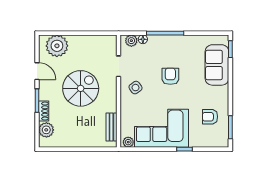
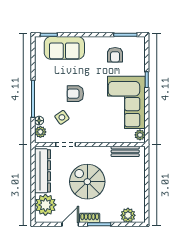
dresser: (92, 43) -> (43, 171), added
side table: (135, 88) -> (62, 117), moved
shoe rack: (44, 111) -> (90, 218), moved

